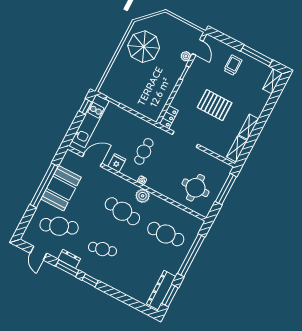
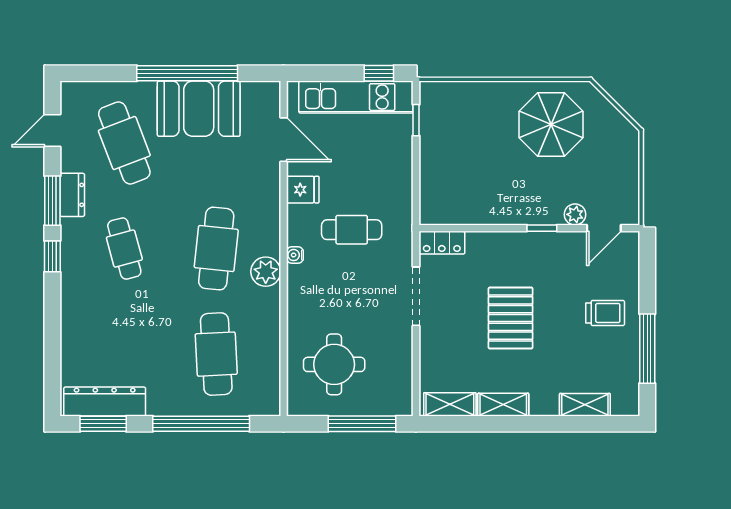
shelving: (273, 81) -> (585, 405), moved

